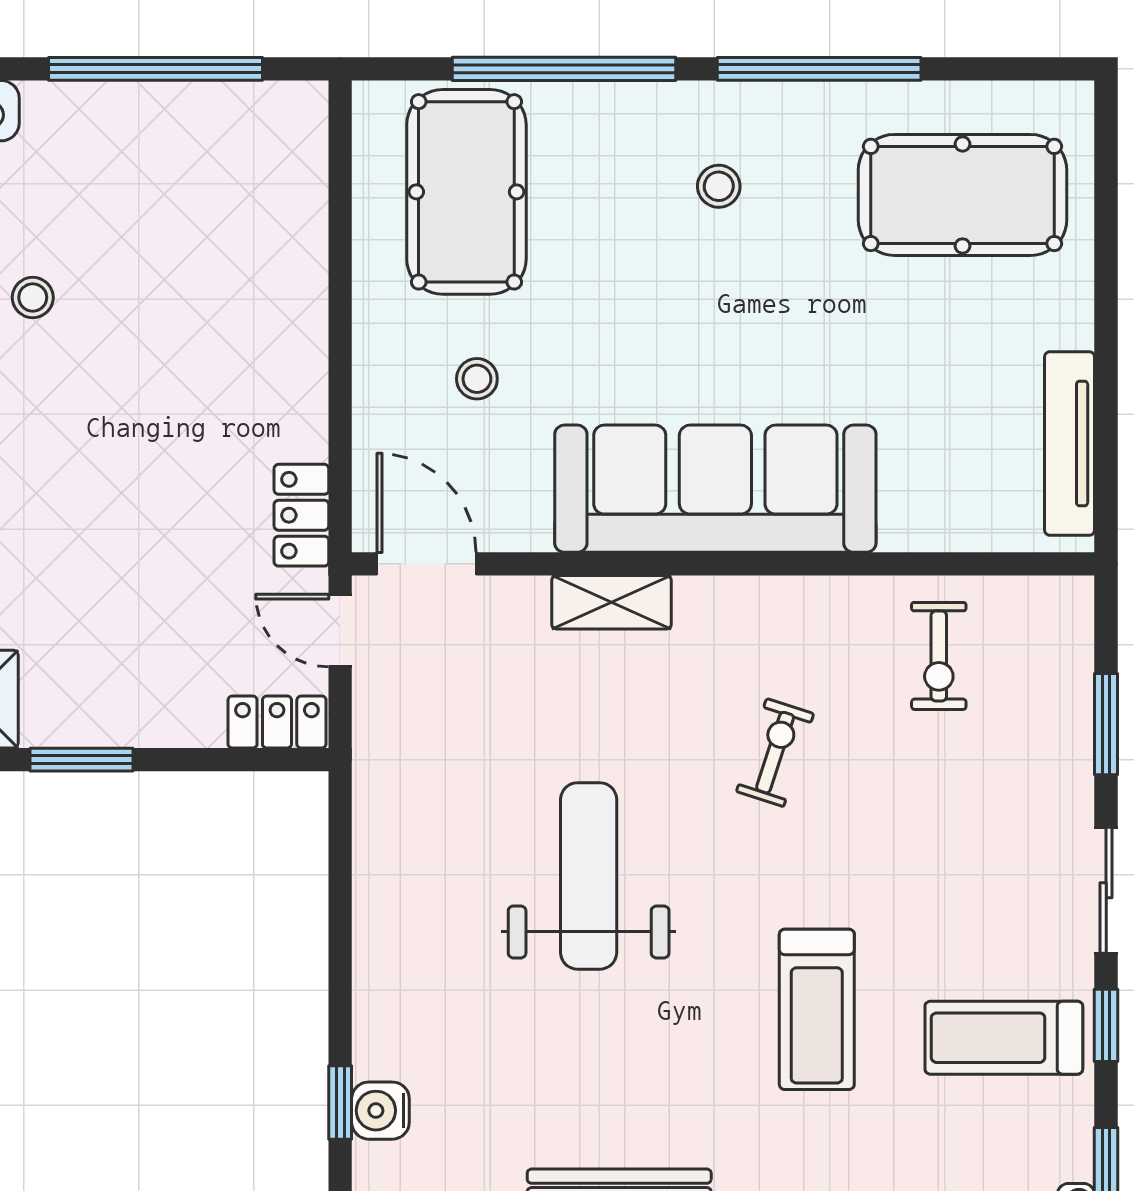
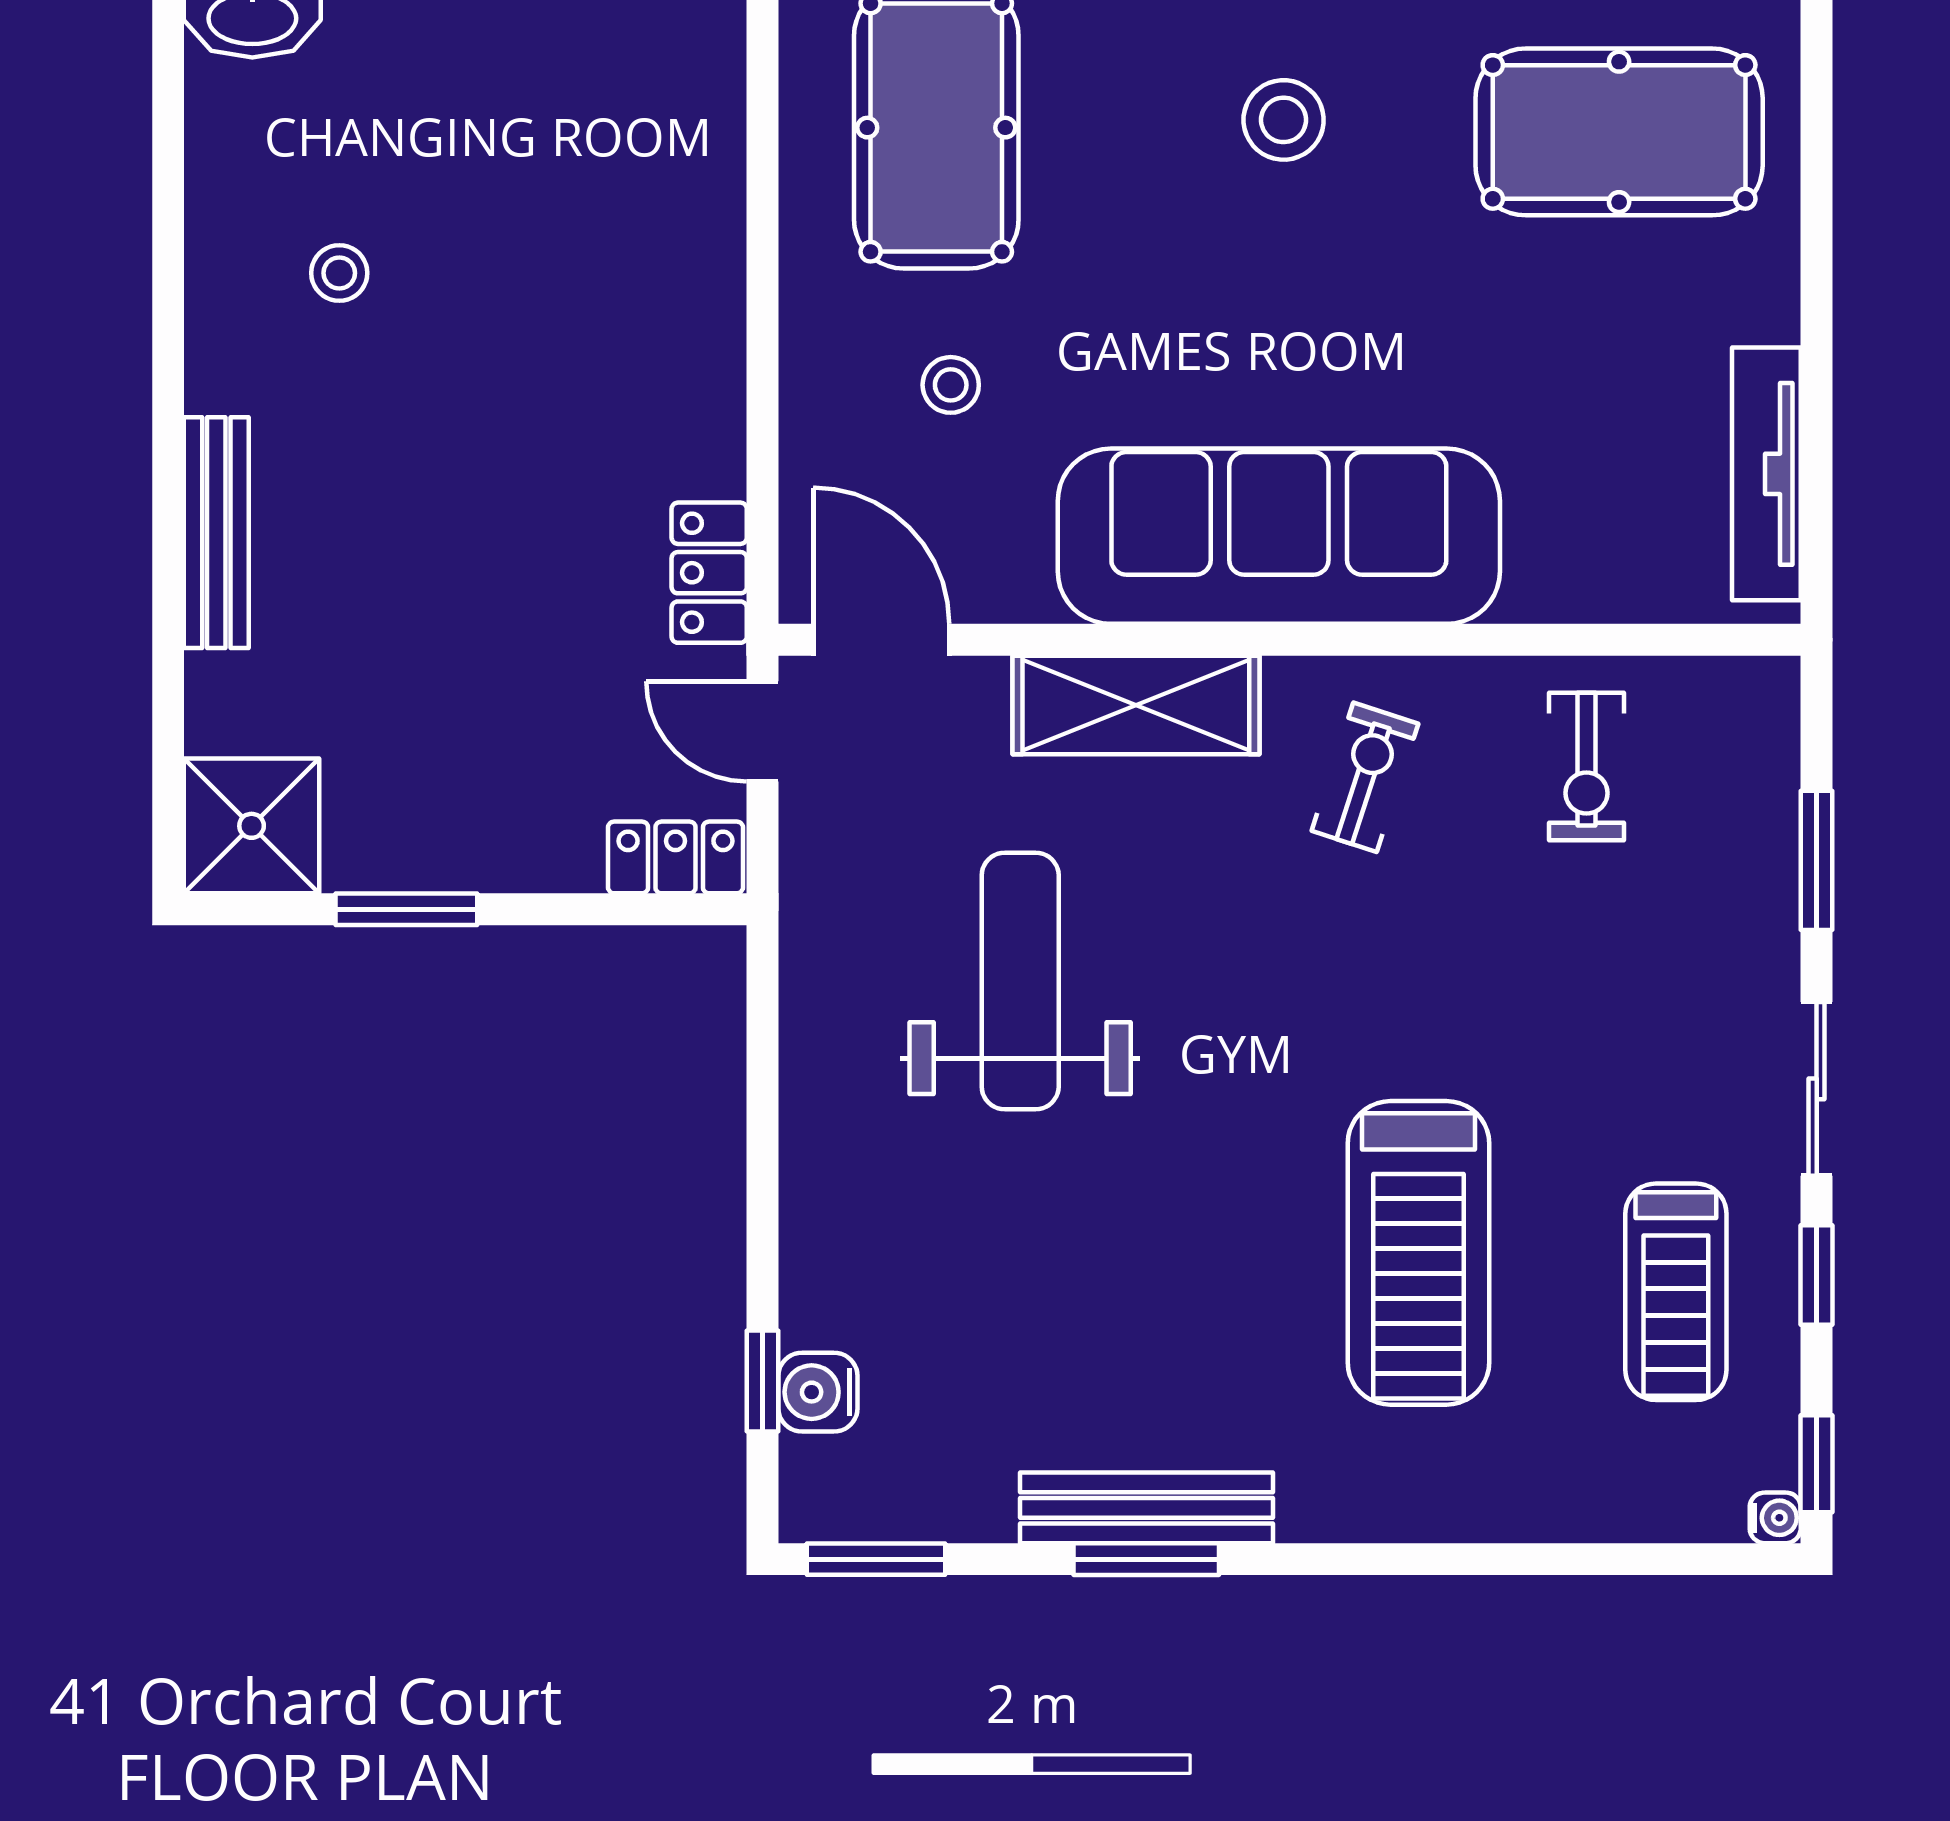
stool: (719, 186) -> (1284, 120), width x1.37, depth x1.37
shelving: (611, 602) -> (1136, 705), width x1.50, depth x1.33
exercise bike: (775, 753) -> (1365, 777), moved
weight bench: (589, 876) -> (1020, 981), moved
treadmill: (817, 1009) -> (1418, 1253), width x1.37, depth x1.38
treadmill: (1004, 1038) -> (1676, 1292), turned -90

